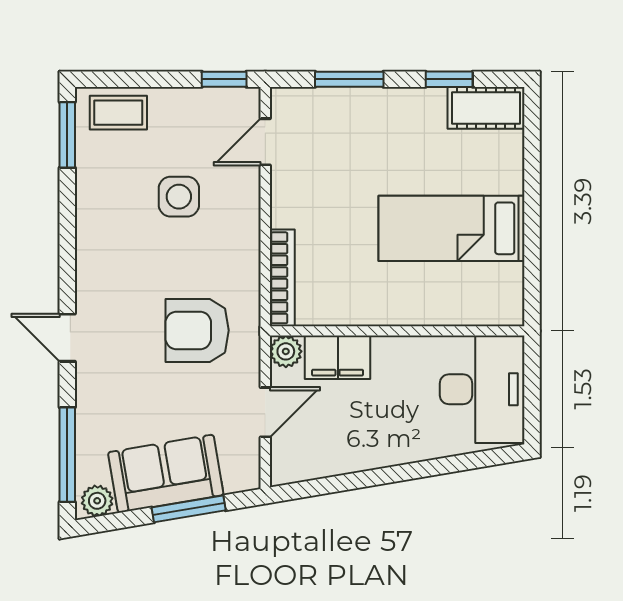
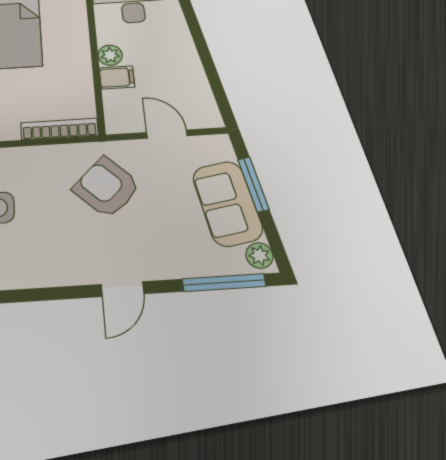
armchair: (197, 330) -> (107, 187), turned 135
plant: (286, 351) -> (110, 55), moved
filing cabinet: (338, 357) -> (117, 77), width x0.50

